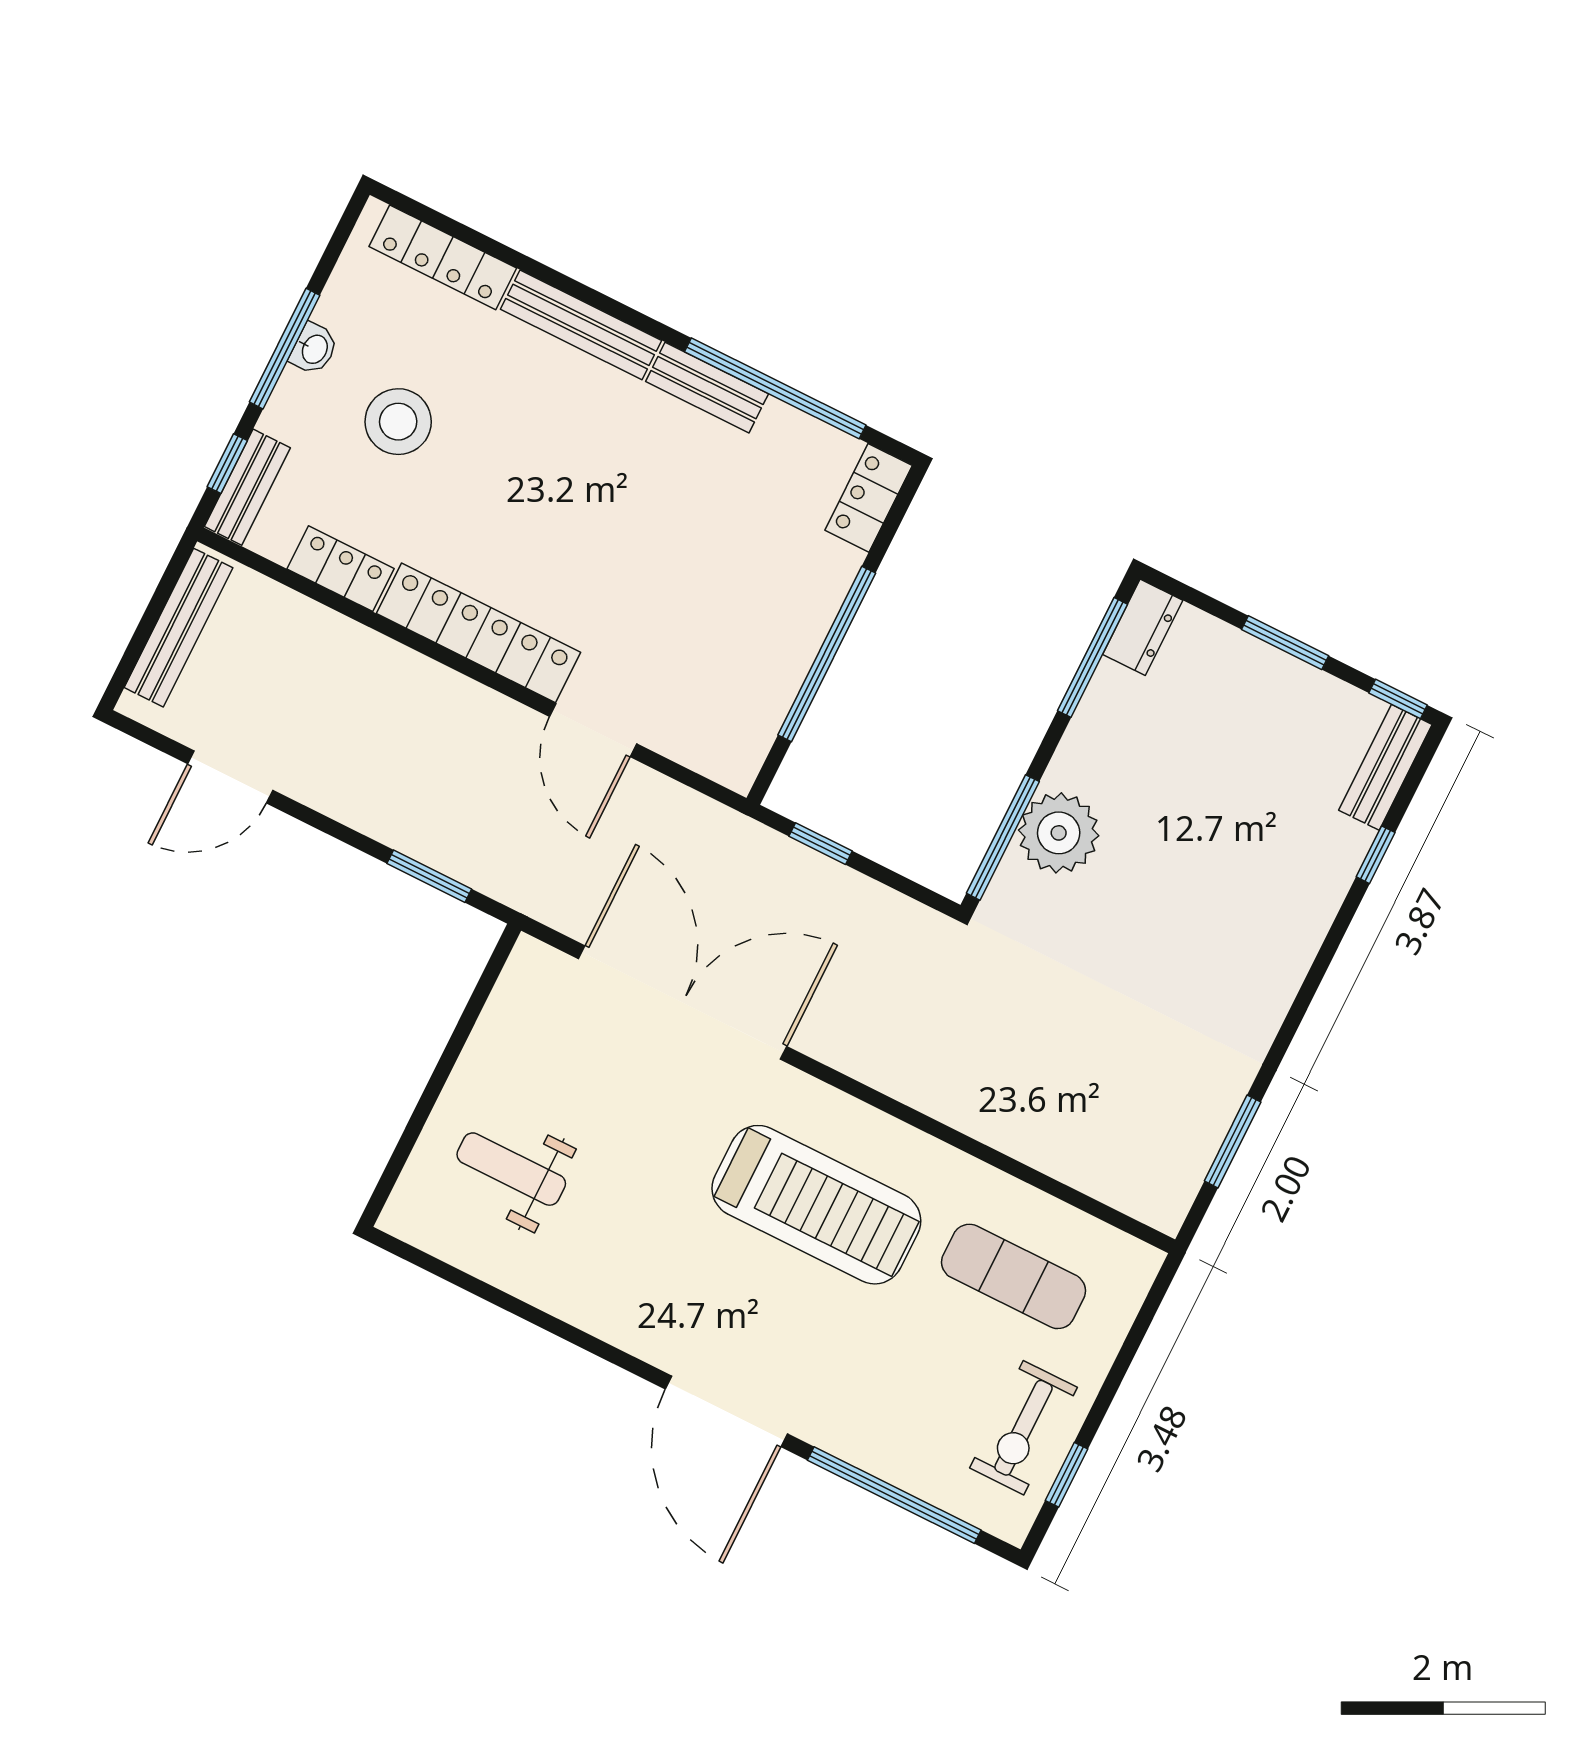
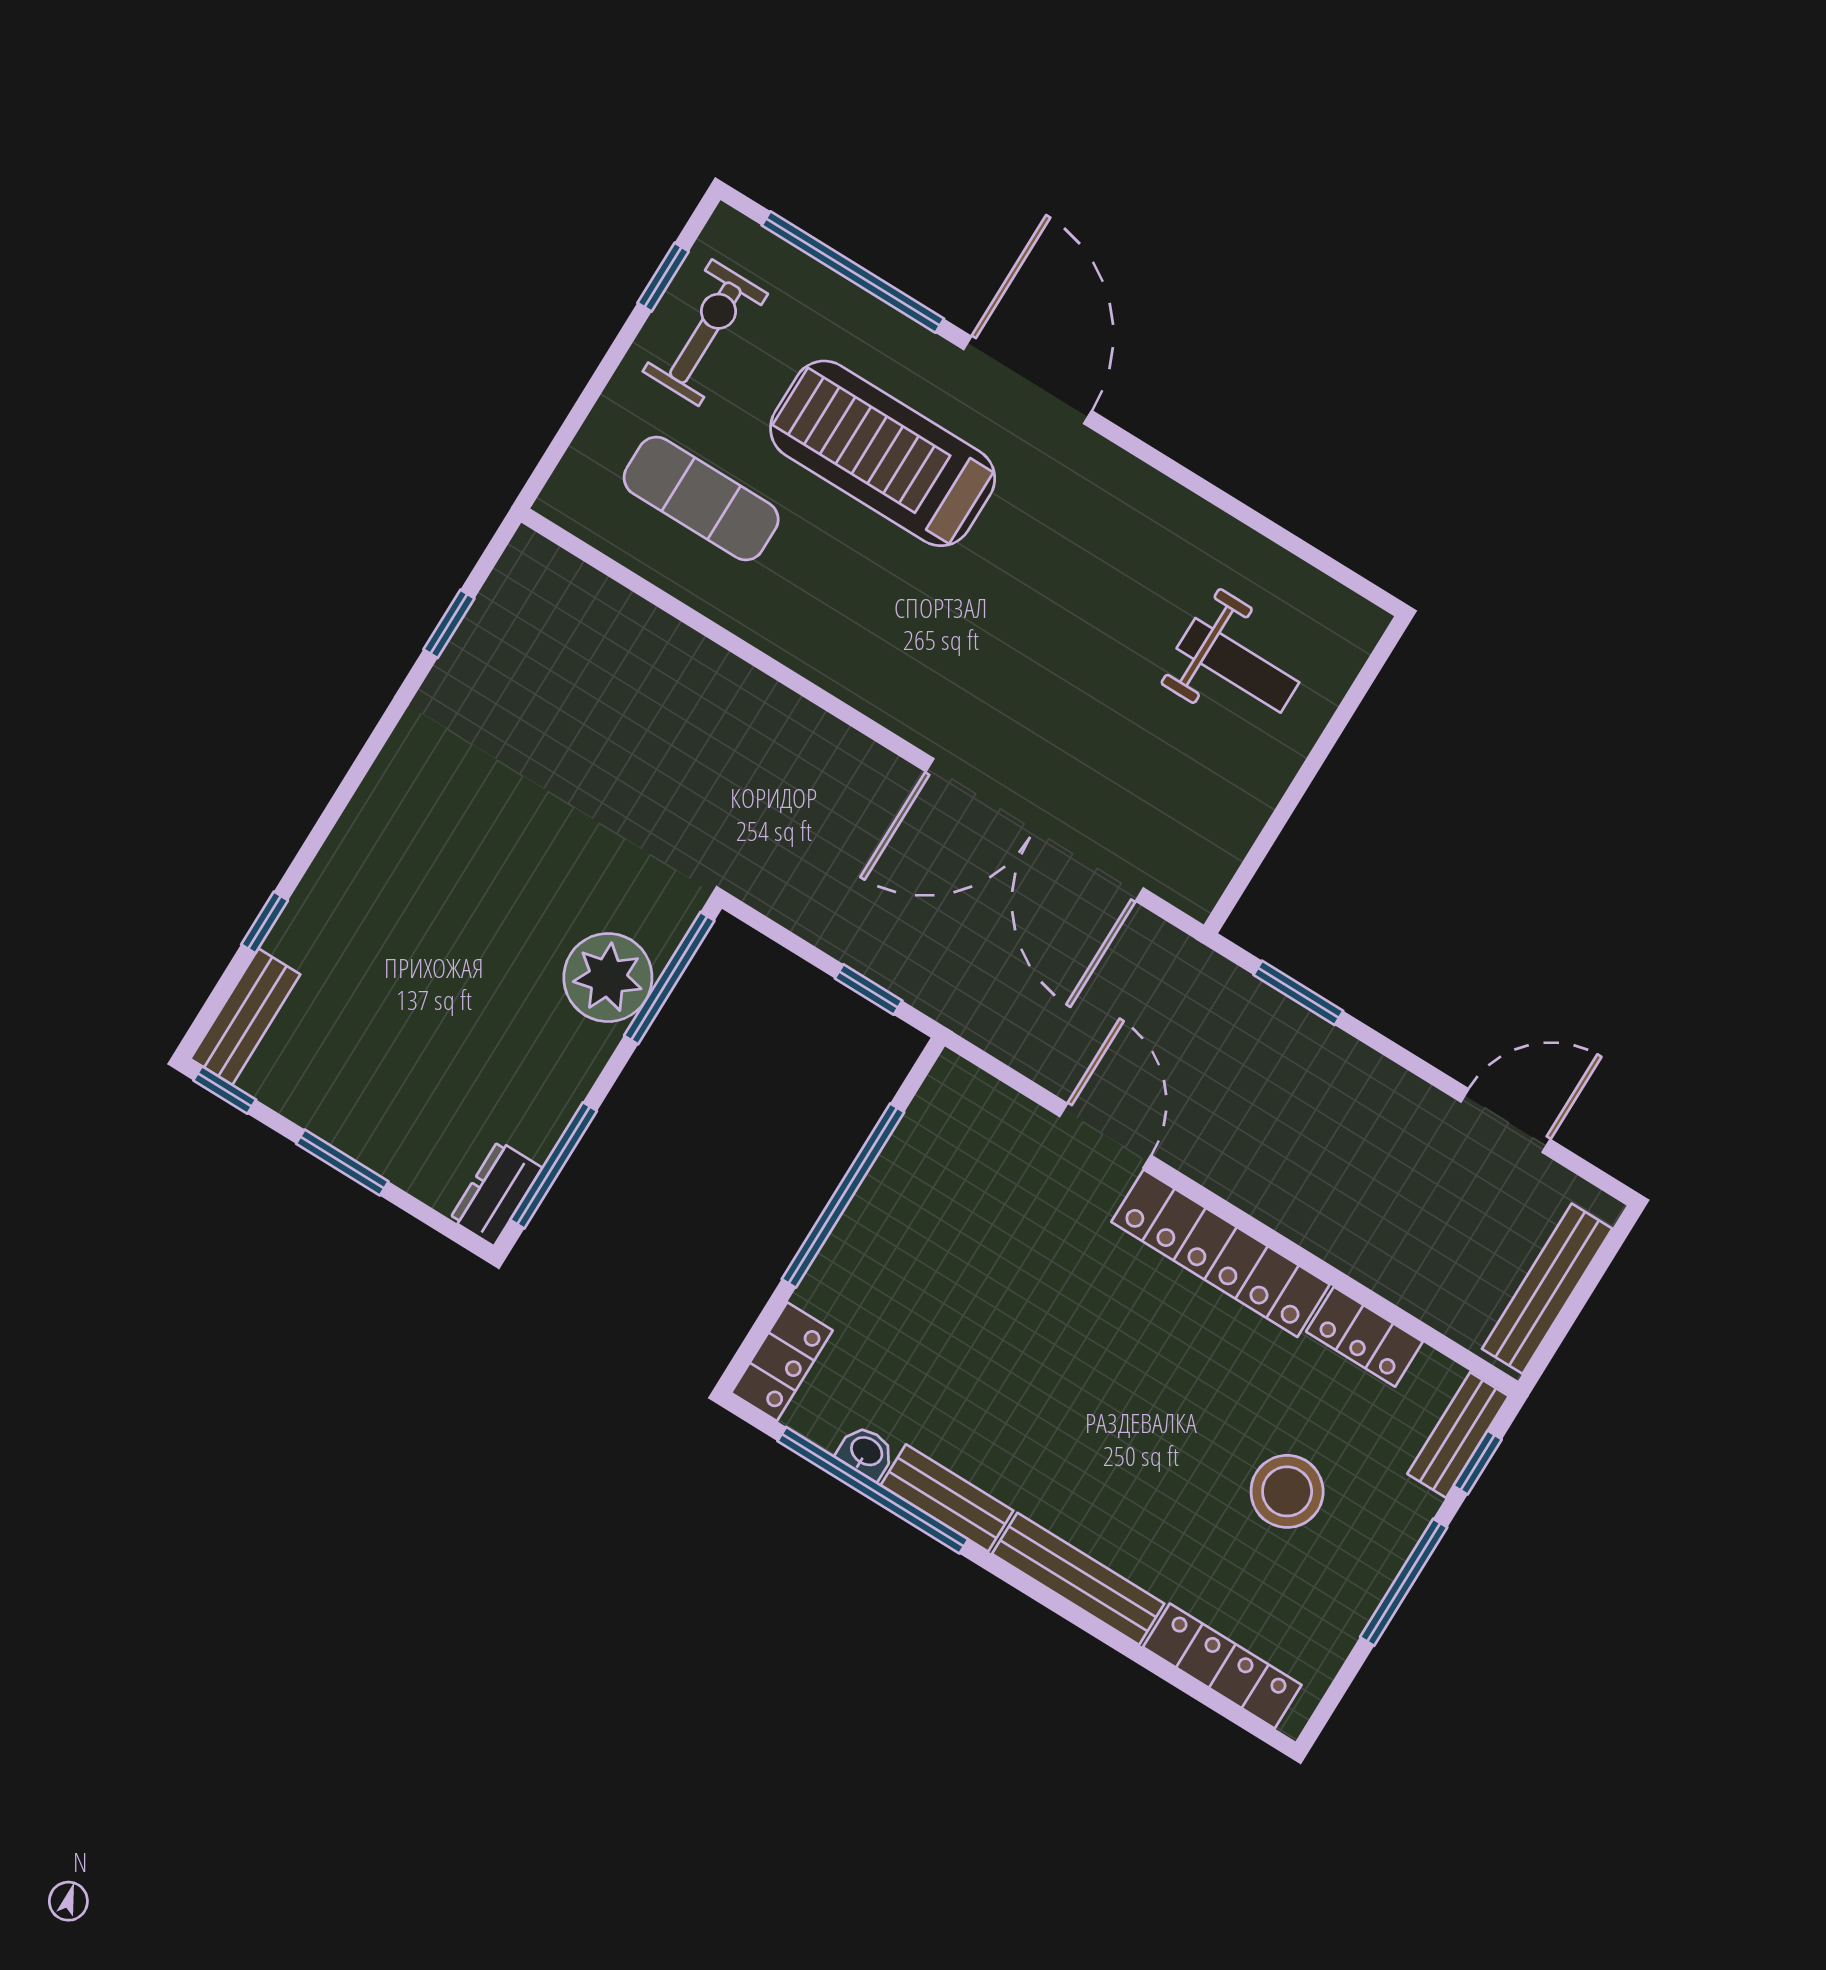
washbasin: (314, 349) -> (866, 1452), moved, turned 90
window: (1233, 1141) -> (449, 624), width x0.67
treadmill: (816, 1205) -> (883, 453), moved

